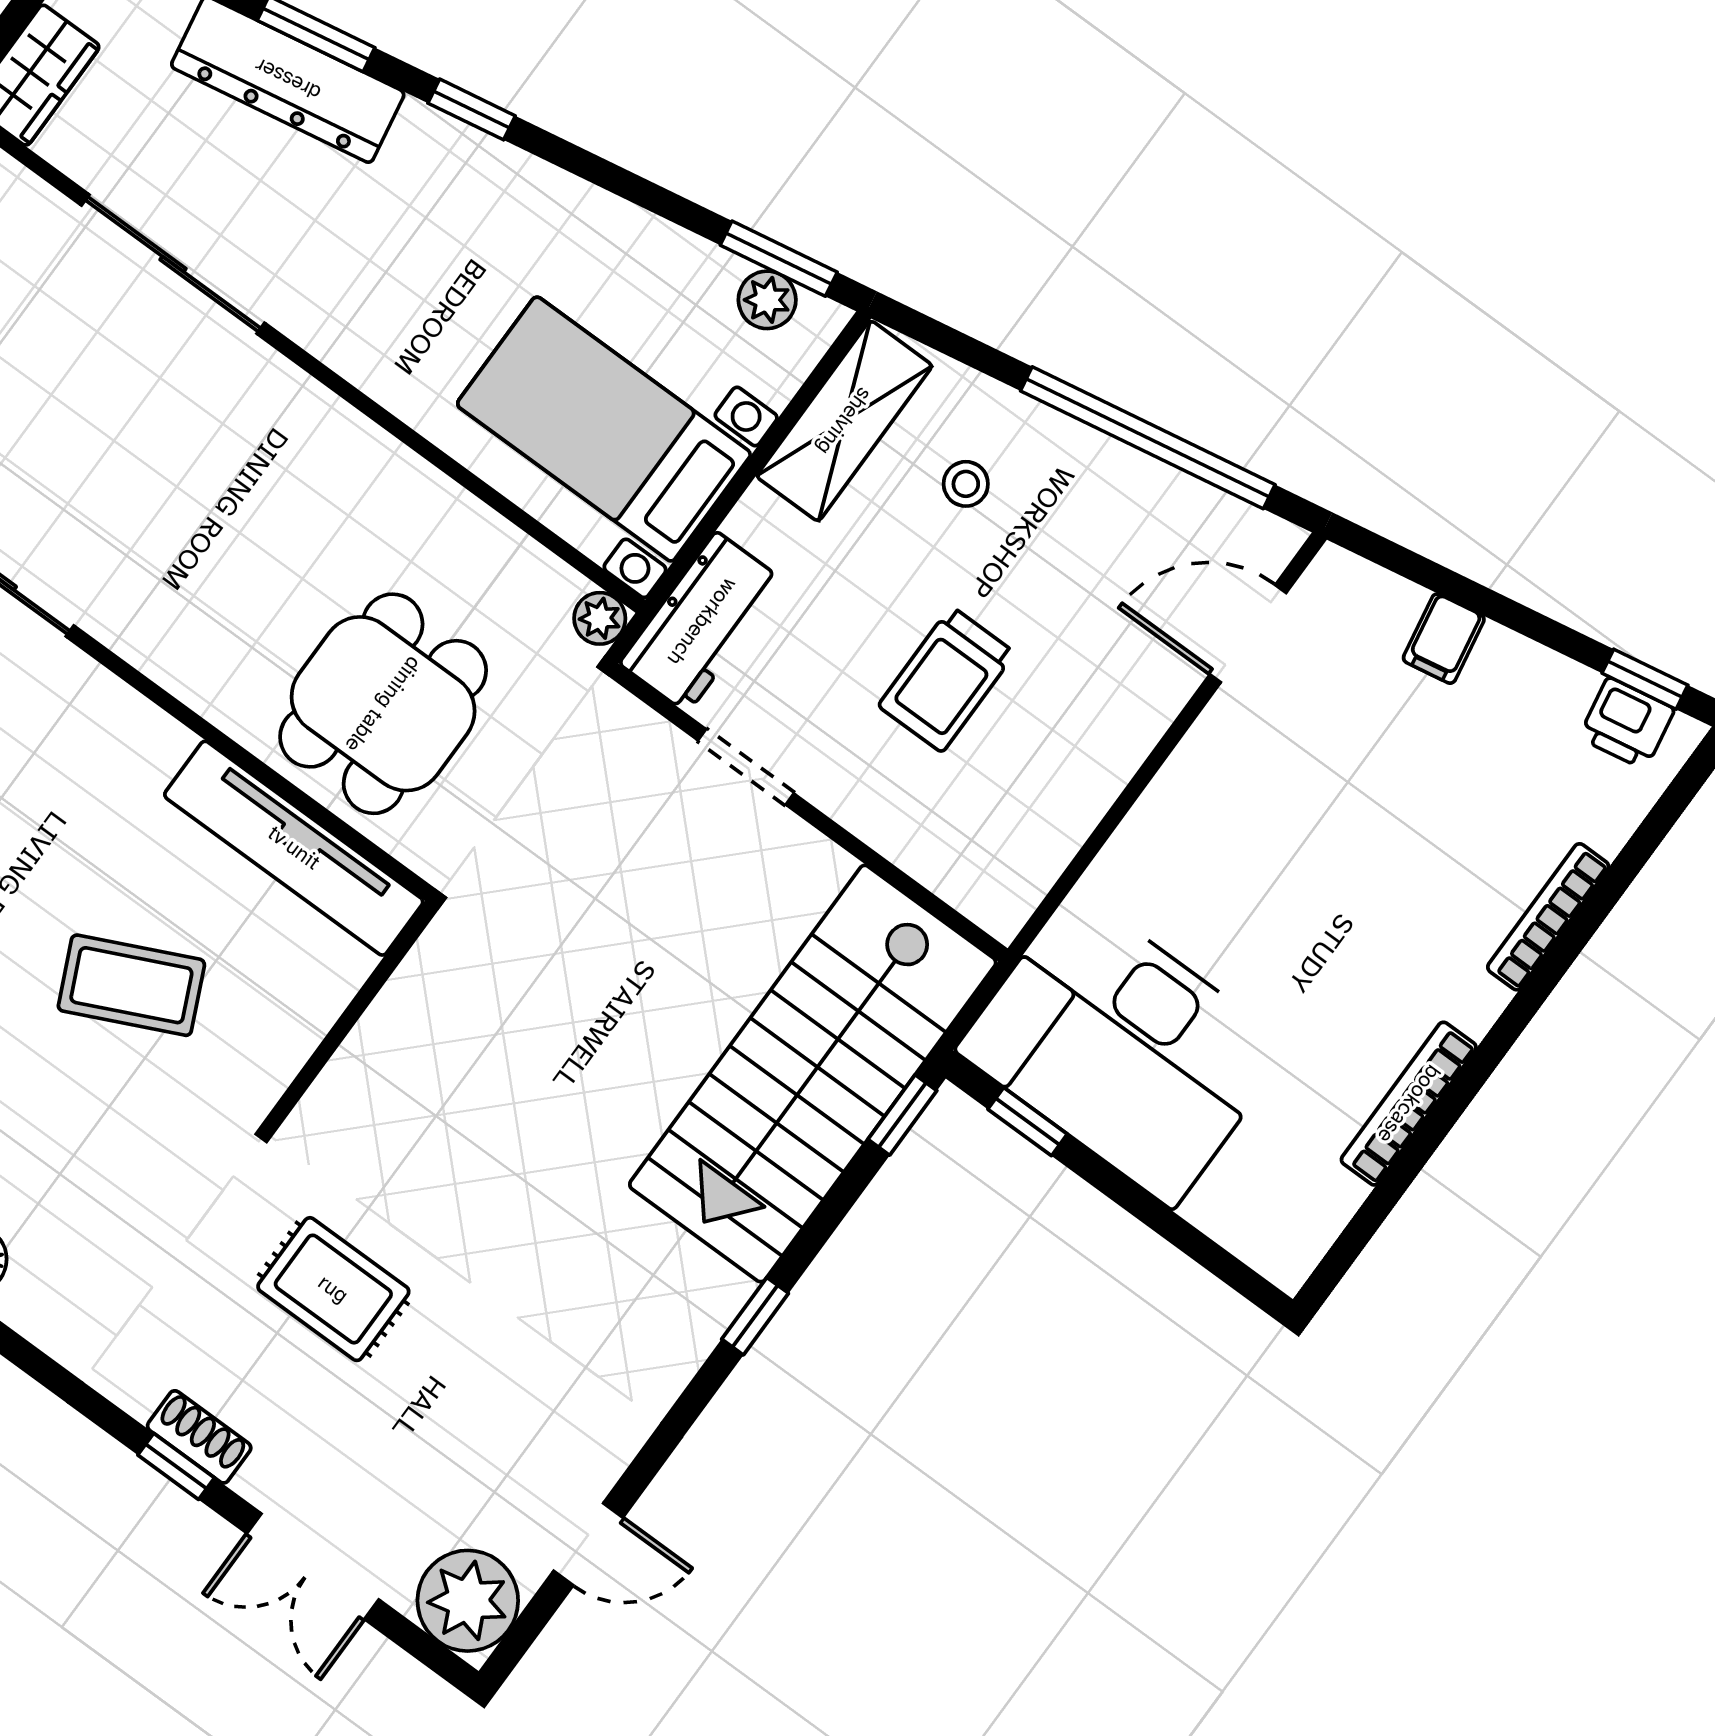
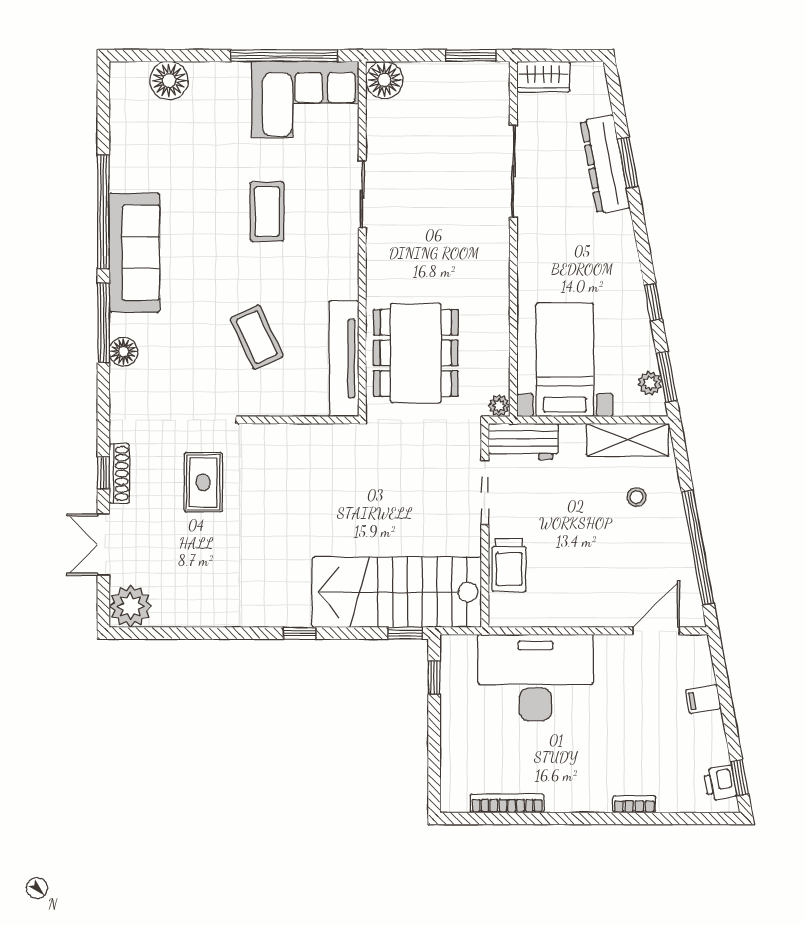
window: (472, 109) -> (653, 302), moved
door: (1248, 634) -> (656, 631), hinge flipped
trolley: (947, 679) -> (509, 565), moved, turned -90
dining table: (383, 704) -> (416, 353), width x1.38
doorway: (746, 767) -> (485, 493), width x1.38
bookcase: (1548, 917) -> (634, 804), width x0.64
desk: (1123, 1048) -> (535, 678), moved, turned 90
bookcase: (1409, 1104) -> (507, 803), moved
shoe rack: (199, 1437) -> (119, 473), width x1.43
door: (588, 1544) -> (180, 633), removed

